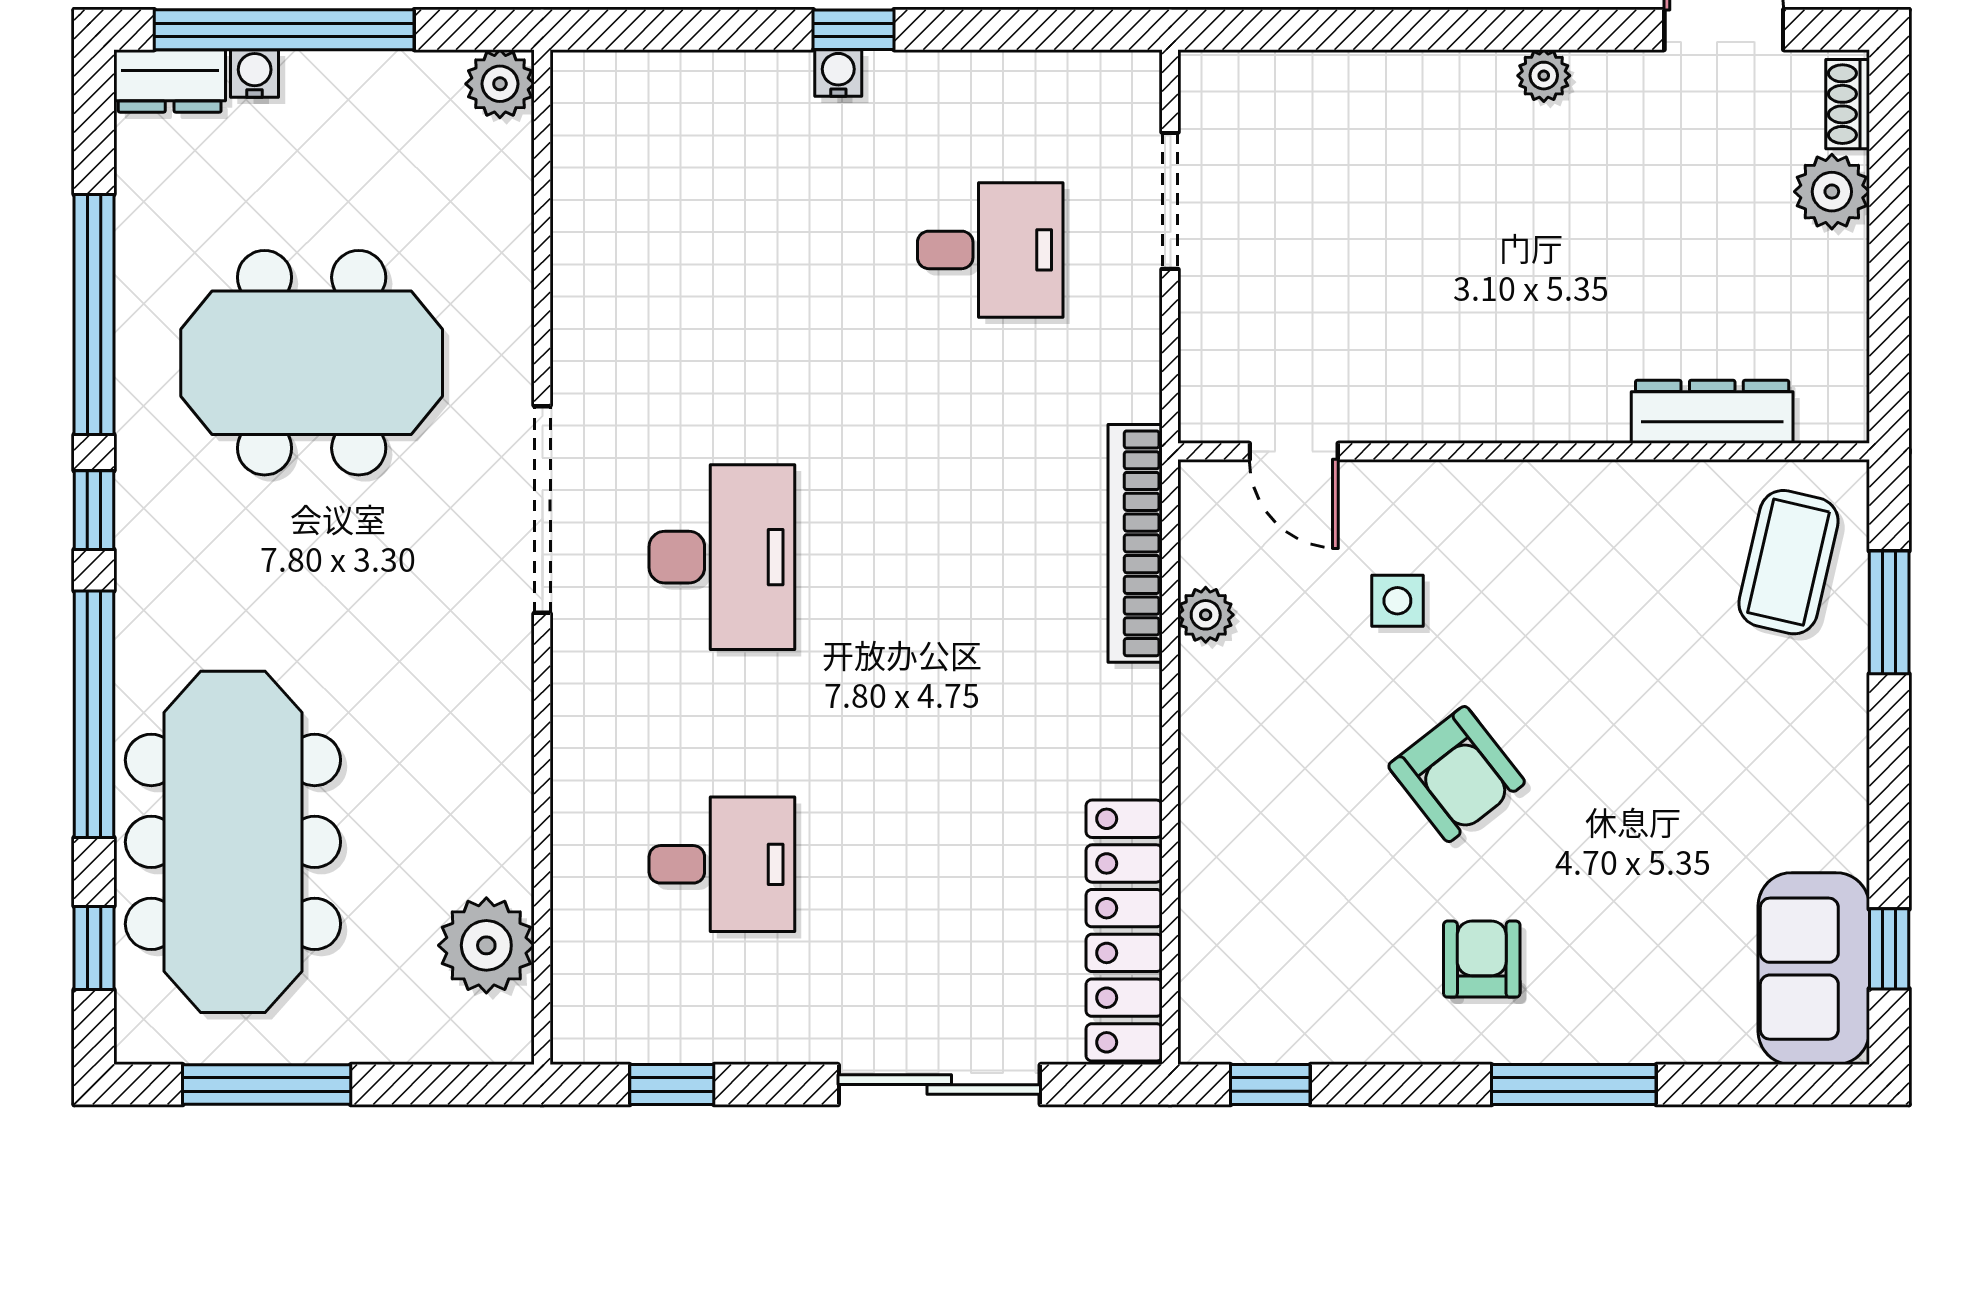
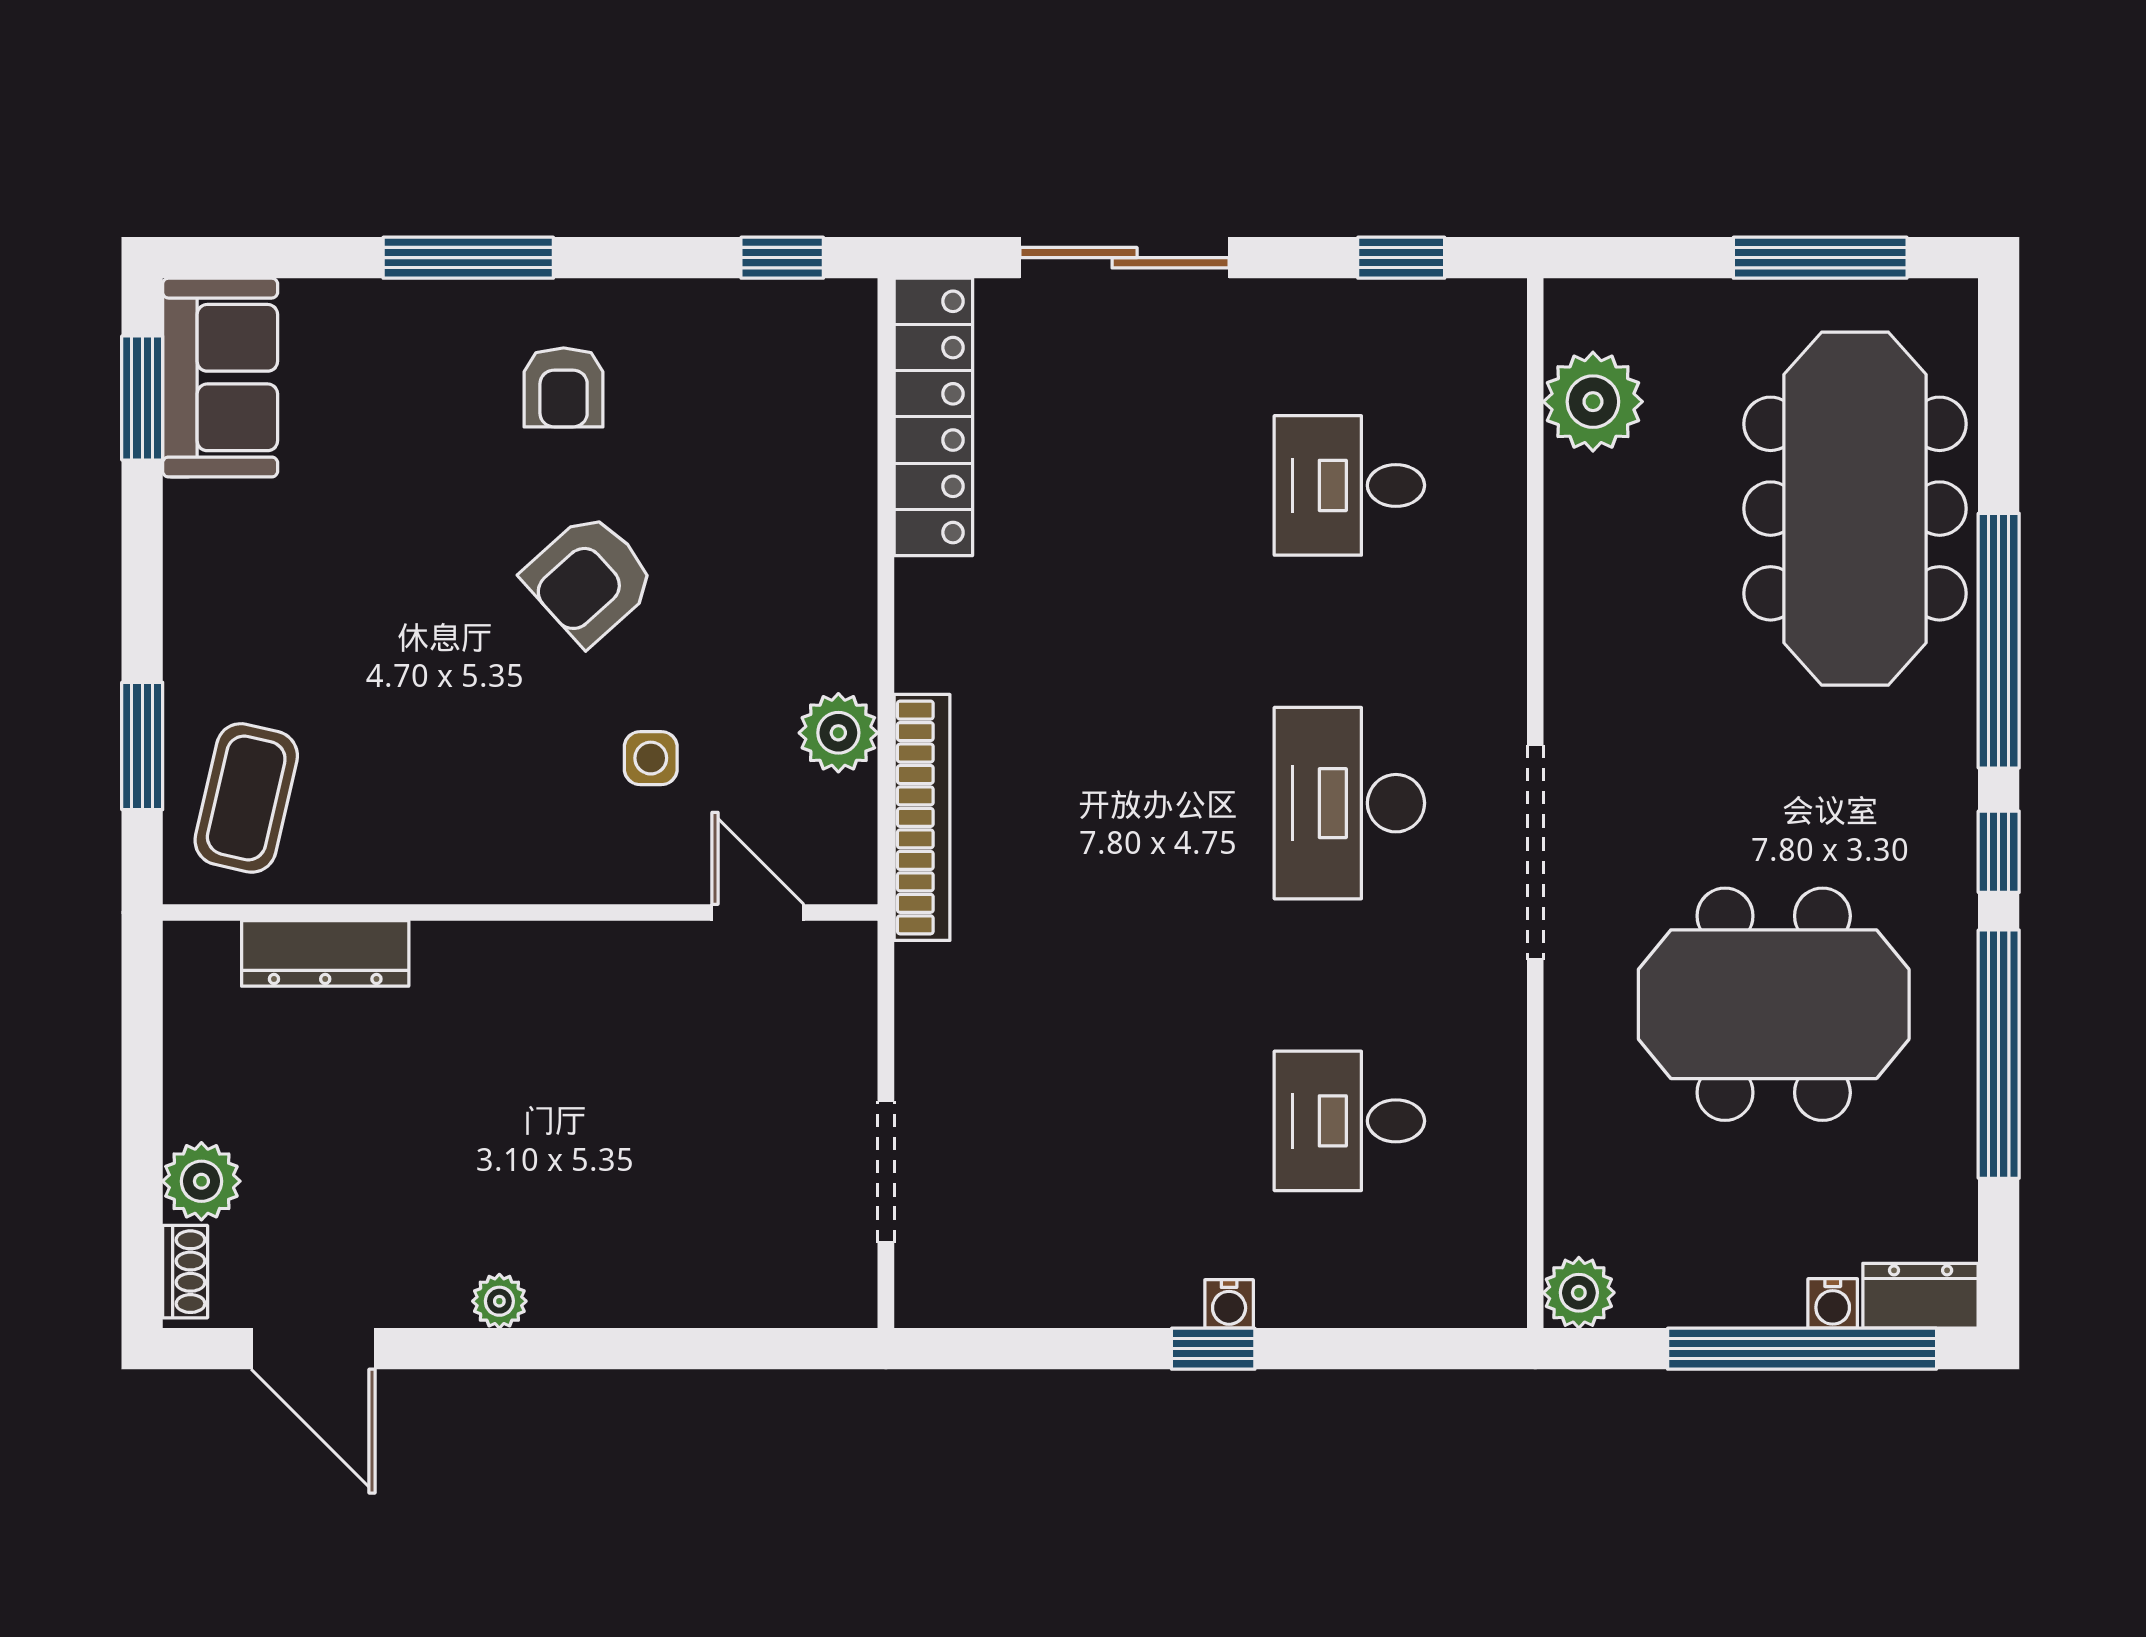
desk: (990, 250) -> (1349, 1121), moved
plant: (1206, 615) -> (838, 733), width x1.38, depth x1.38
armchair: (1457, 774) -> (590, 579), turned -94
window: (94, 948) -> (1999, 399), removed
window: (1889, 949) -> (142, 398), width x1.50

